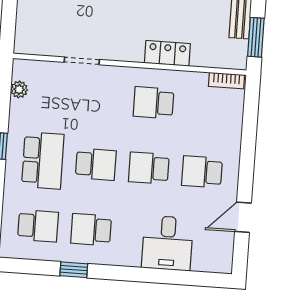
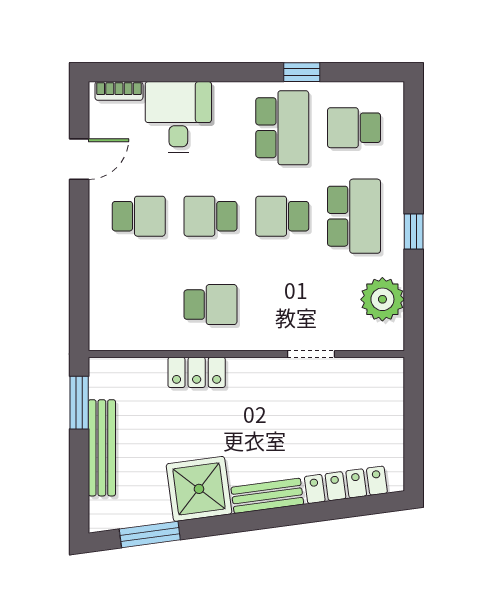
bookcase: (226, 81) -> (119, 91), moved, turned 180
plant: (19, 89) -> (382, 299), width x1.87, depth x1.87
school desk: (43, 160) -> (354, 216), turned 180
school desk: (149, 168) -> (210, 216), turned 180
school desk: (91, 230) -> (282, 128), width x1.85

